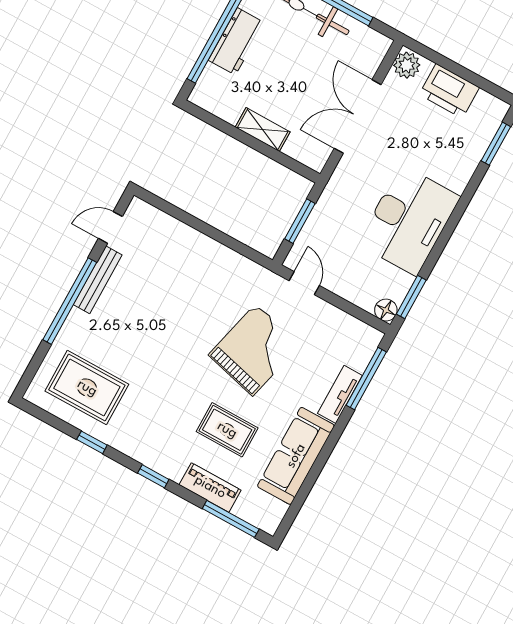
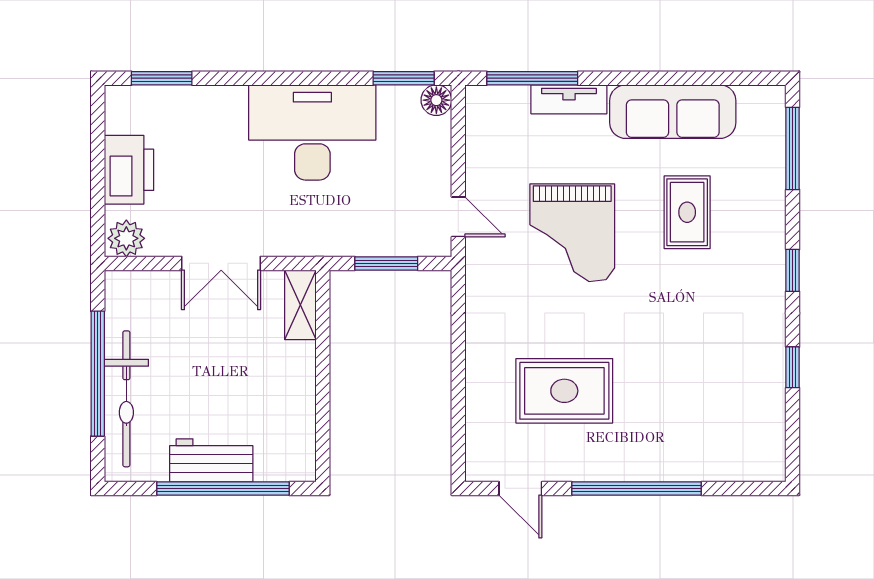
double door: (358, 116) -> (221, 263), width x0.73
shelving: (263, 130) -> (300, 305), moved
bench: (98, 280) -> (592, 469), removed
door: (304, 283) -> (458, 217), swing flipped
grand piano: (254, 350) -> (572, 233), turned -104
rug: (87, 388) -> (564, 391), moved, turned 90
piano: (210, 487) -> (768, 194), removed

